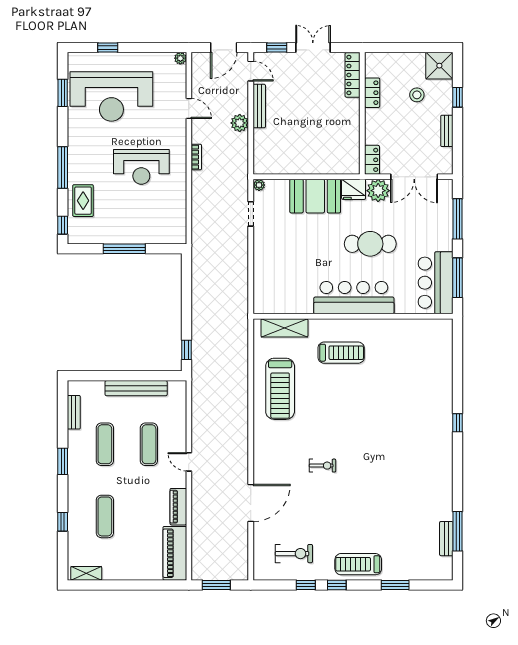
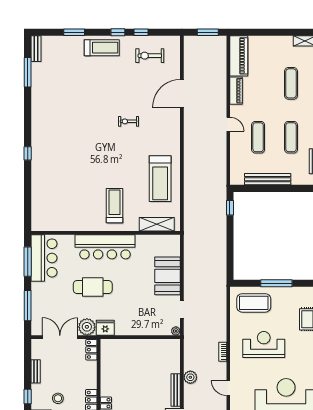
booth: (315, 196) -> (168, 276), moved, turned 90
coffee table: (155, 222) -> (254, 303), added
treadmill: (341, 353) -> (115, 206), turned 90
treadmill: (280, 389) -> (160, 179), turned 180
bench: (446, 539) -> (36, 49), moved

